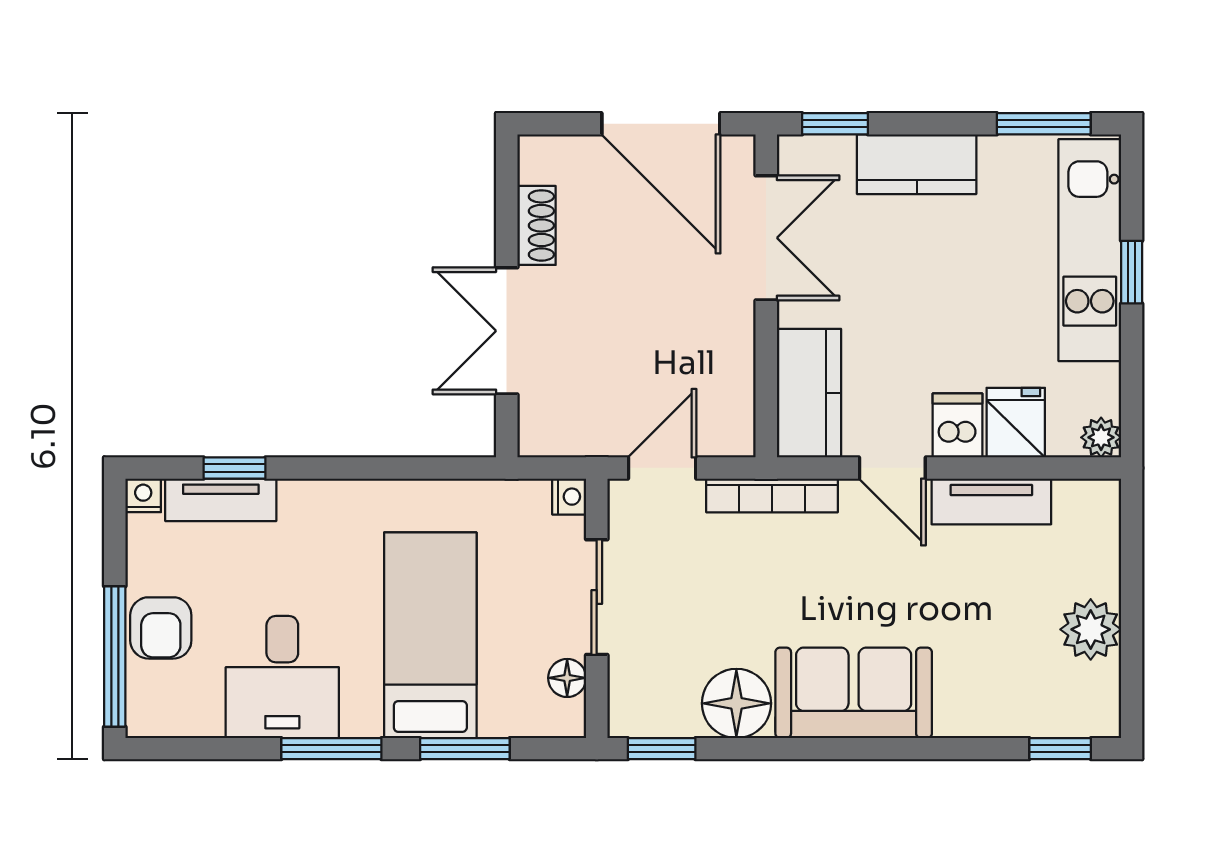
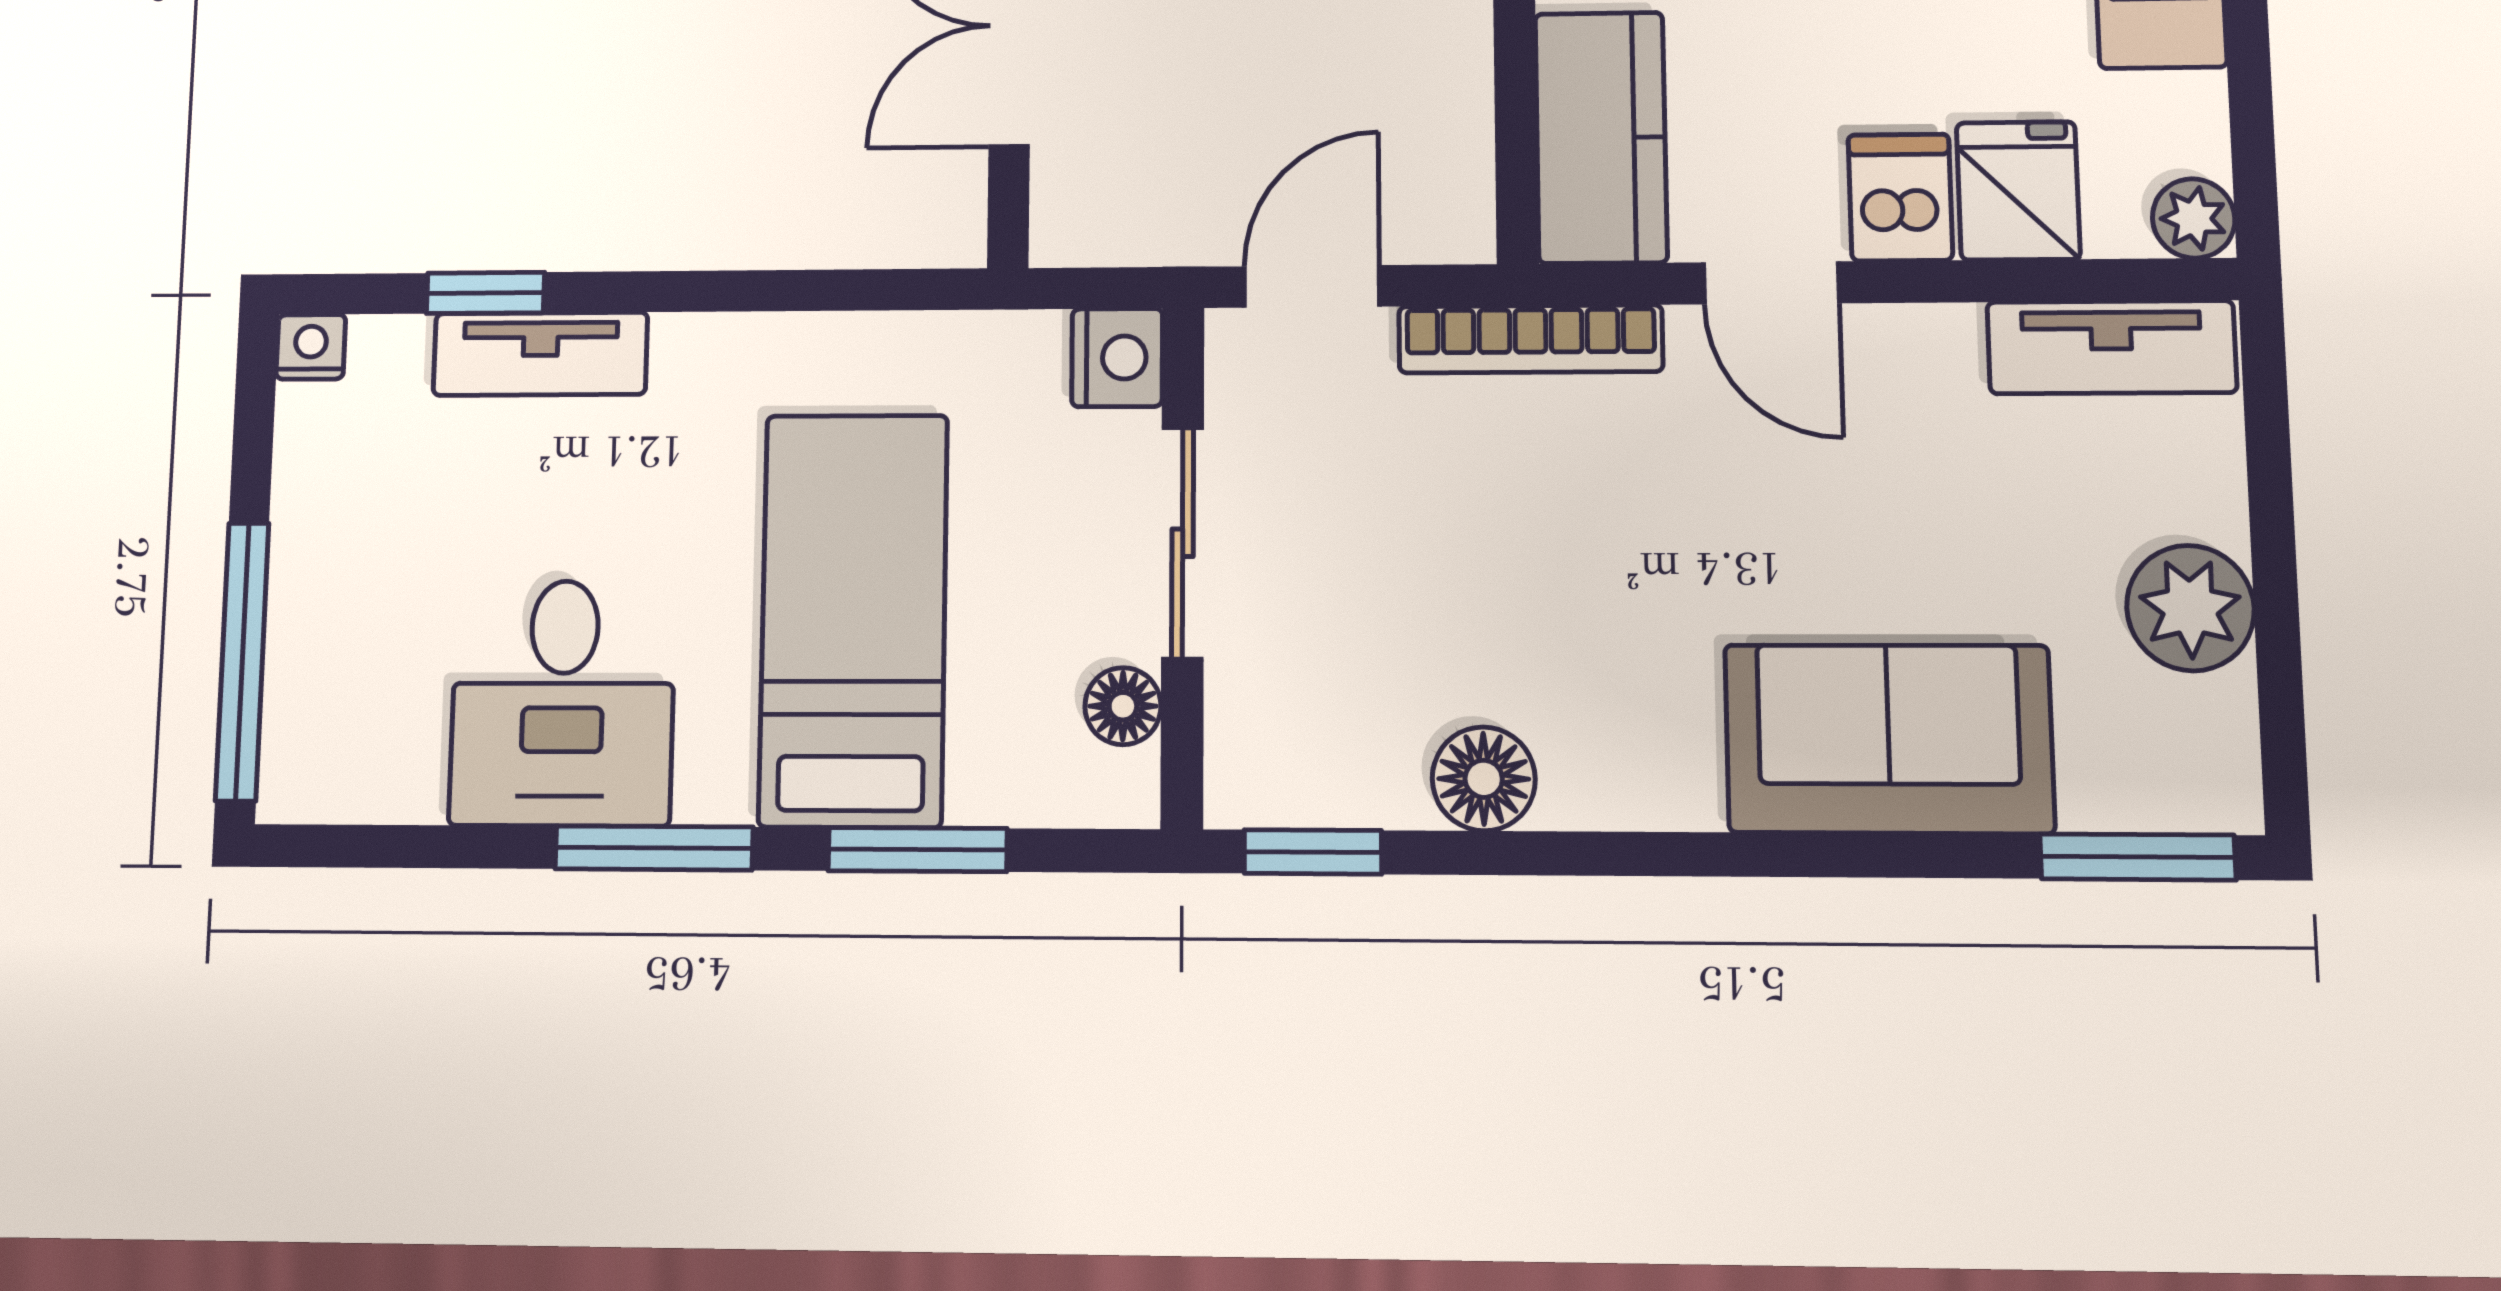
nightstand: (569, 497) -> (1117, 358), width x1.39, depth x1.35
tv unit: (221, 500) -> (540, 354), moved
tv unit: (991, 501) -> (2112, 347), moved
armchair: (161, 628) -> (333, 605), removed
sofa: (854, 693) -> (1889, 739), moved
floor lamp: (736, 703) -> (1484, 779), width x0.73, depth x0.73
window: (1060, 749) -> (2138, 857), width x1.50

